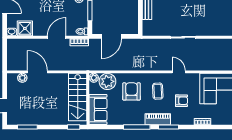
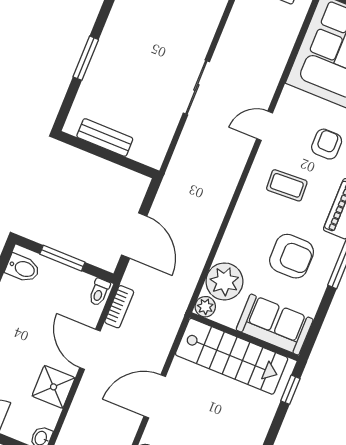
shower: (25, 28) -> (54, 387), moved
door: (37, 72) -> (155, 396), moved
armchair: (131, 91) -> (292, 256), moved, turned 180

